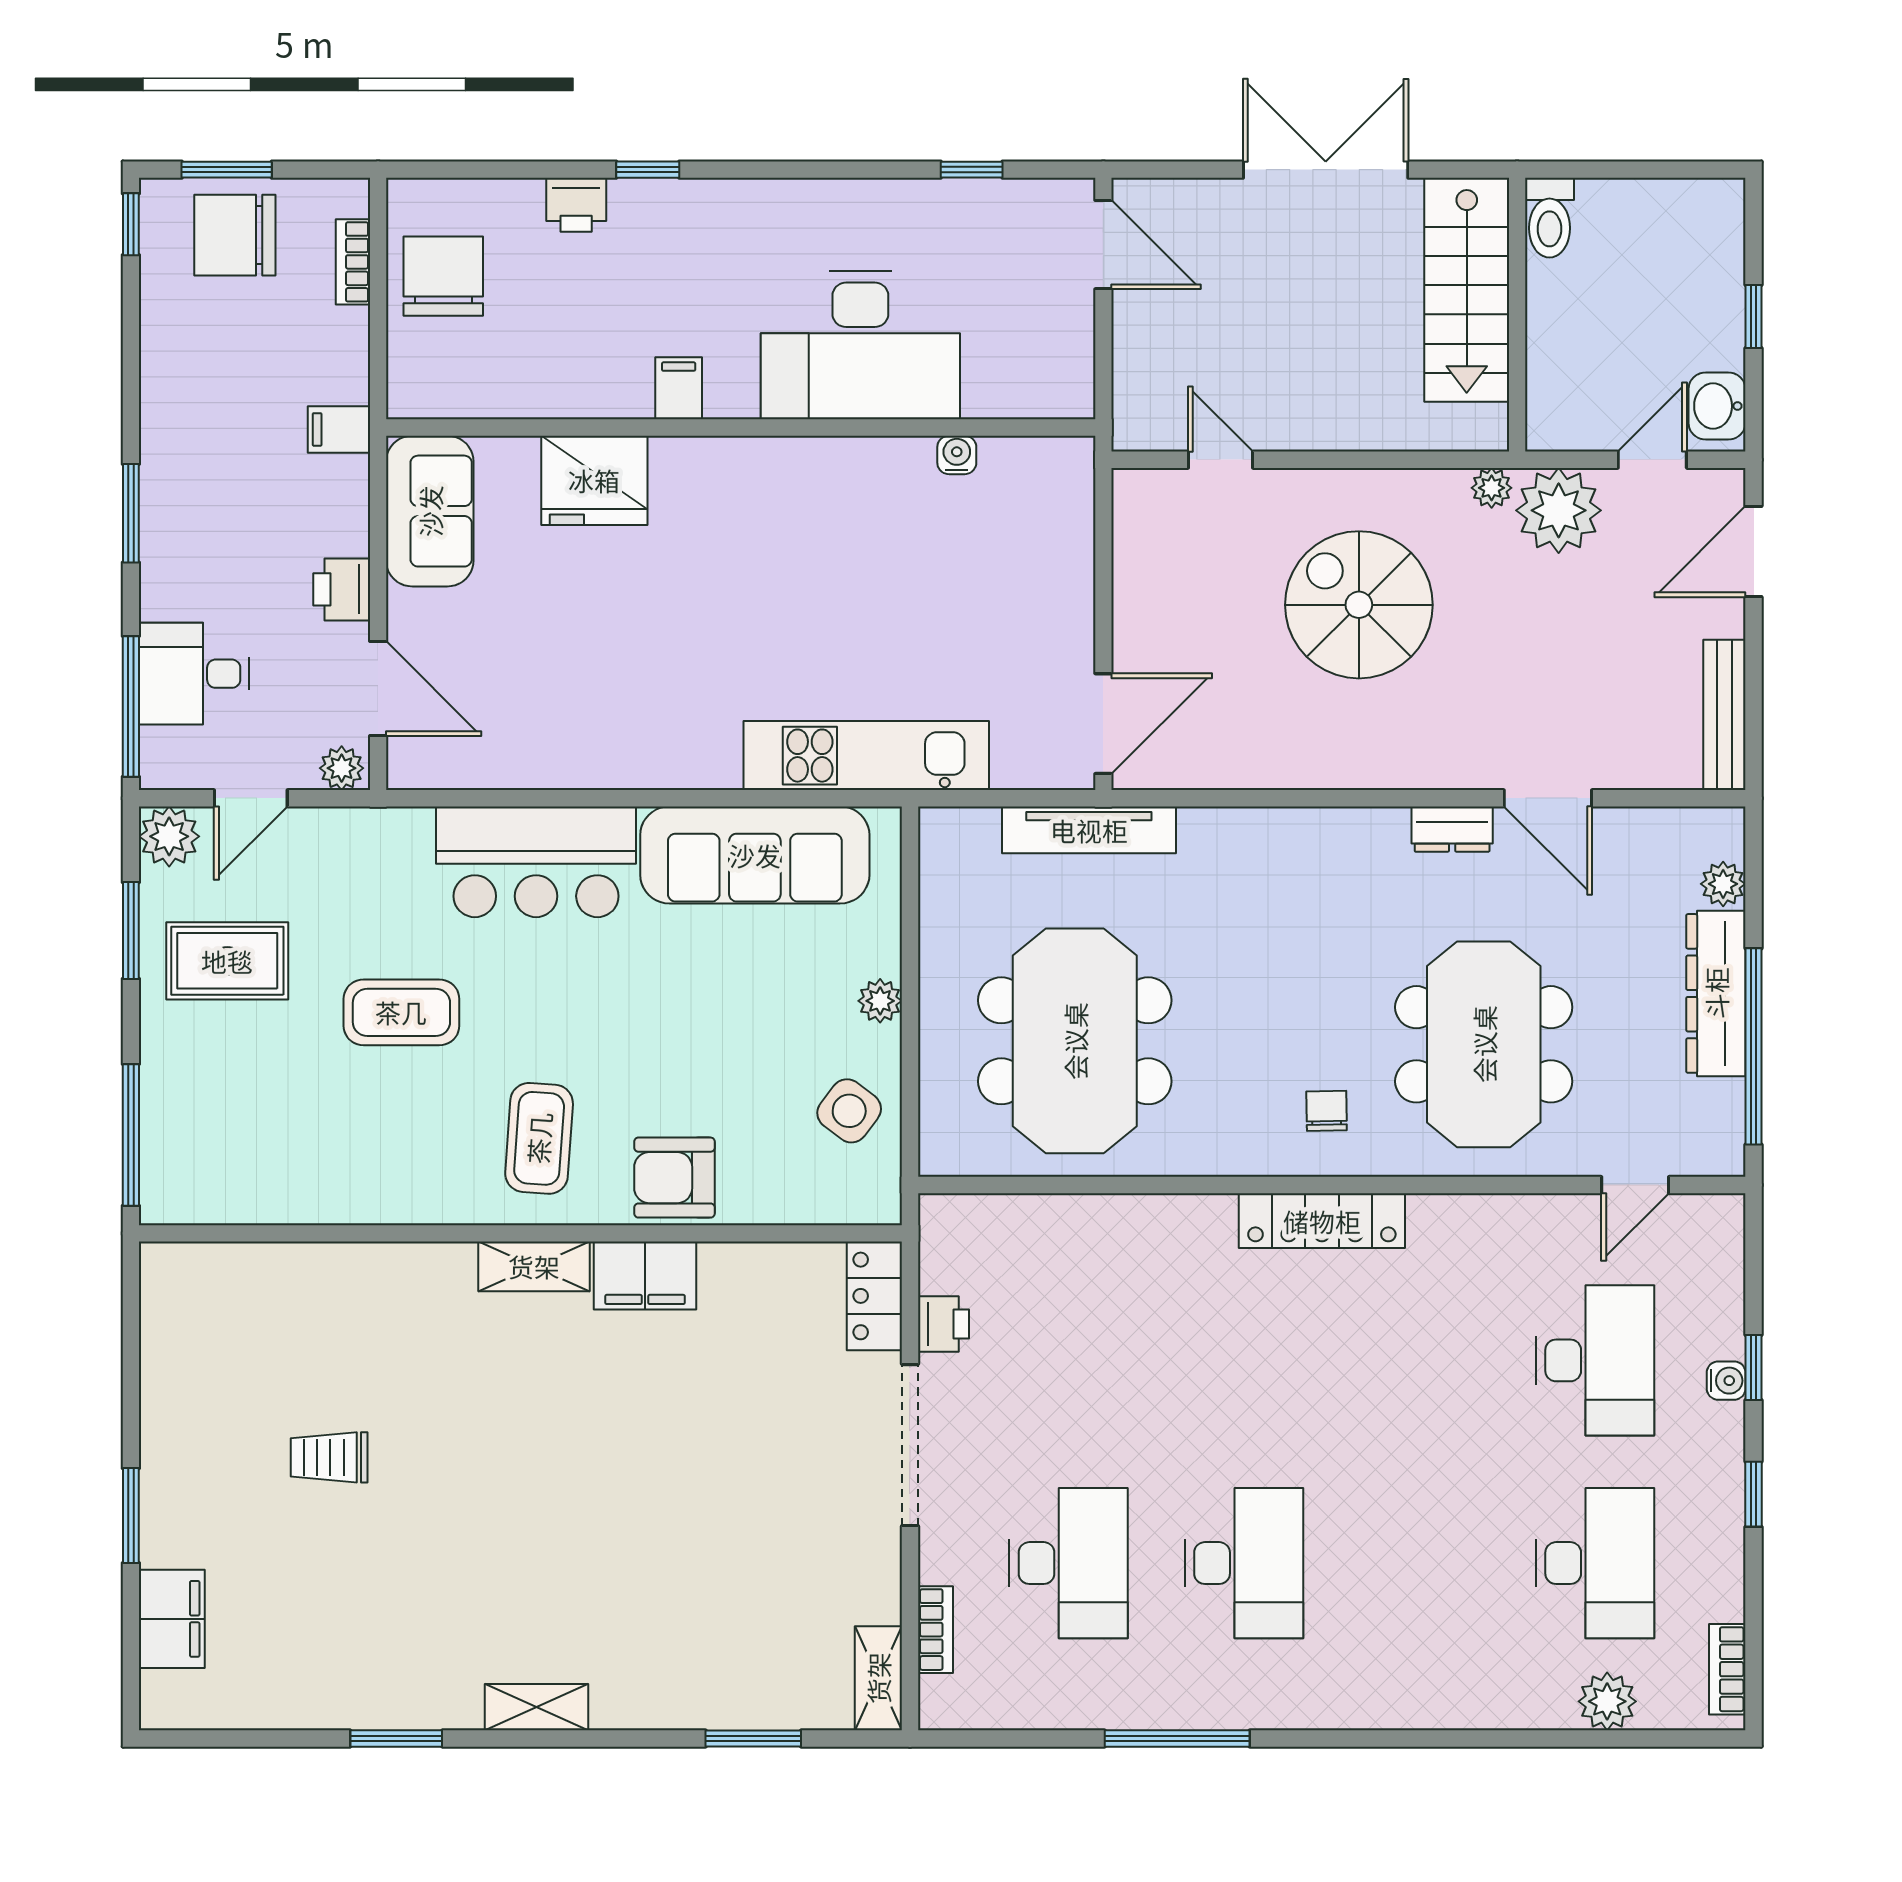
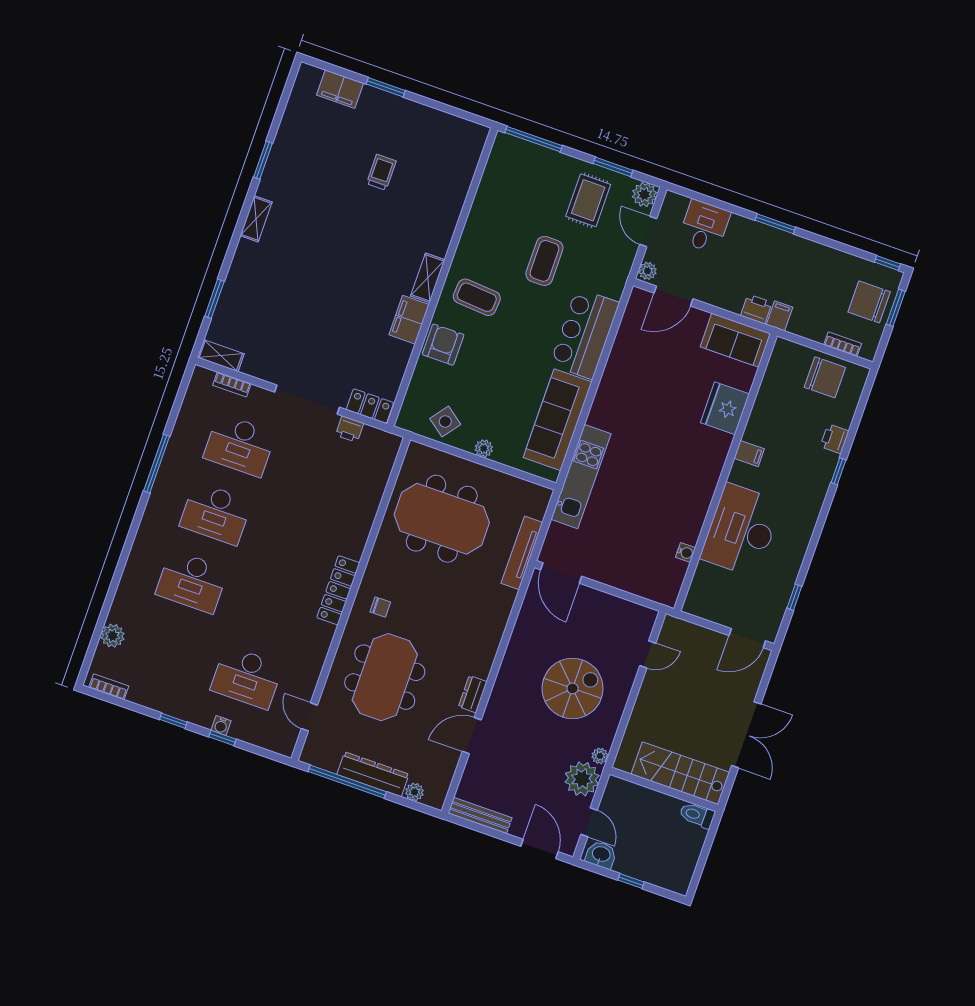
chair: (235, 235) -> (869, 302), turned -90
printer: (342, 589) -> (756, 309), moved
window: (131, 706) -> (700, 197), removed
meeting table: (1484, 1044) -> (385, 677), turned 90
desk: (1595, 1563) -> (192, 582), moved

